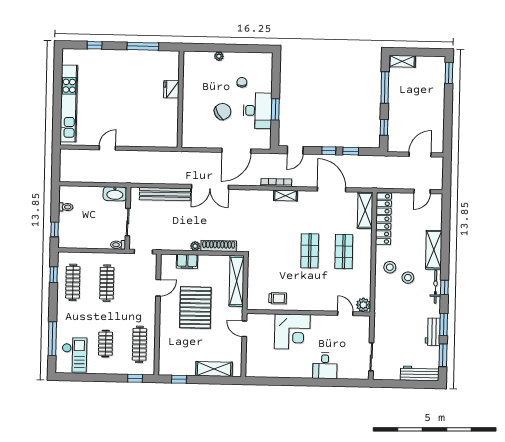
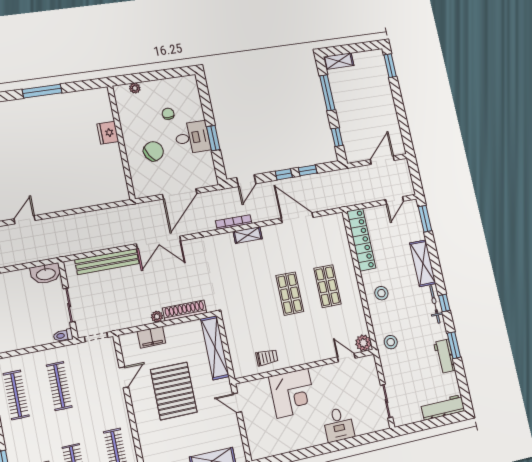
fridge: (171, 89) -> (108, 133), moved
wall: (180, 99) -> (121, 142), moved
desk: (258, 111) -> (192, 137), width x0.73
shelving: (365, 210) -> (339, 234), removed
stool: (408, 278) -> (391, 342), moved
window: (443, 355) -> (425, 219), moved

